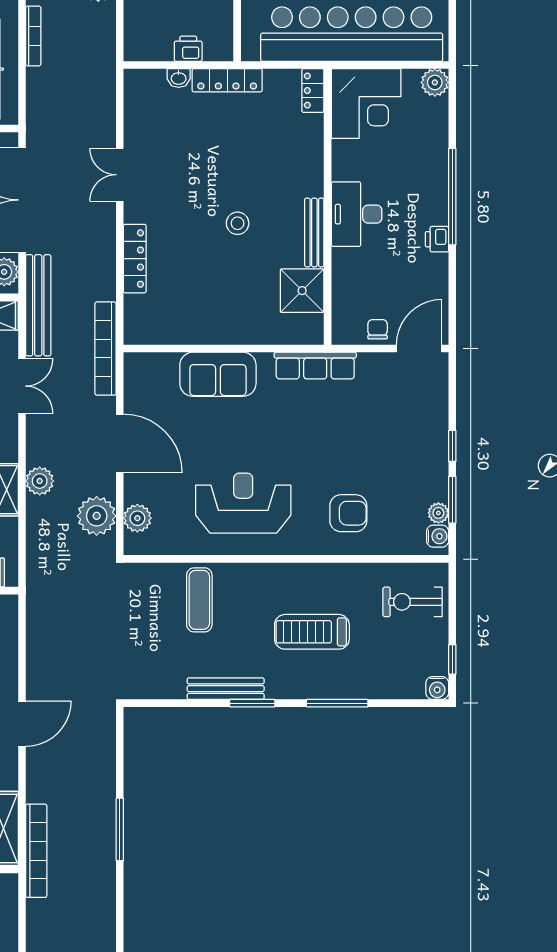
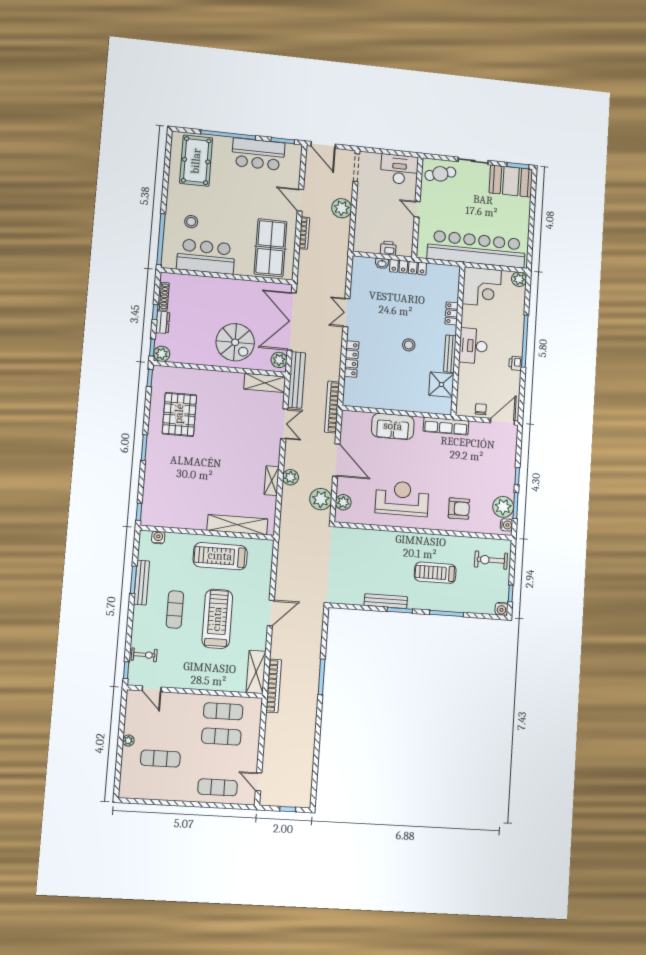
locker: (313, 91) -> (452, 313), moved
plant: (438, 513) -> (503, 507), width x1.88, depth x1.88
exercise mat: (199, 600) -> (374, 550), removed

